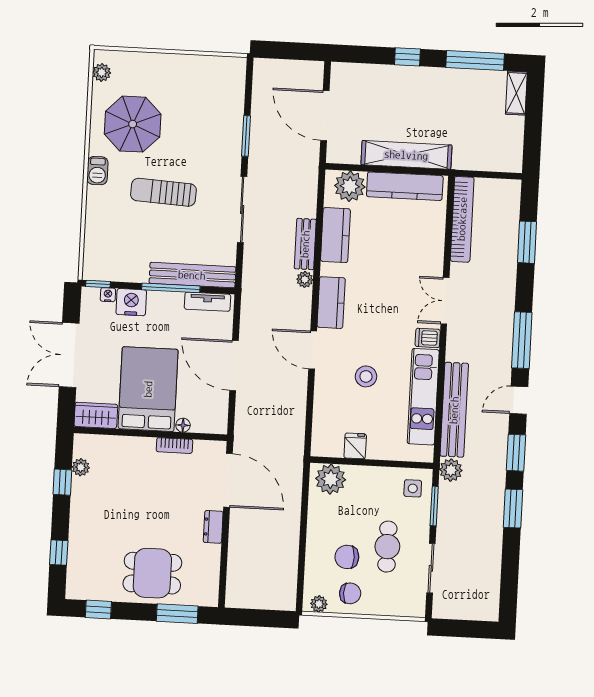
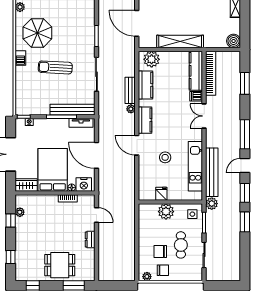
boiler: (509, 159) -> (234, 41), added
kitchen counter: (405, 186) -> (196, 71), moved, turned 90
nightstand: (131, 302) -> (84, 184), moved, turned 180
dishwasher: (428, 338) -> (196, 96), moved
plant: (331, 479) -> (166, 212), moved
door: (228, 480) -> (96, 215), width x0.53

